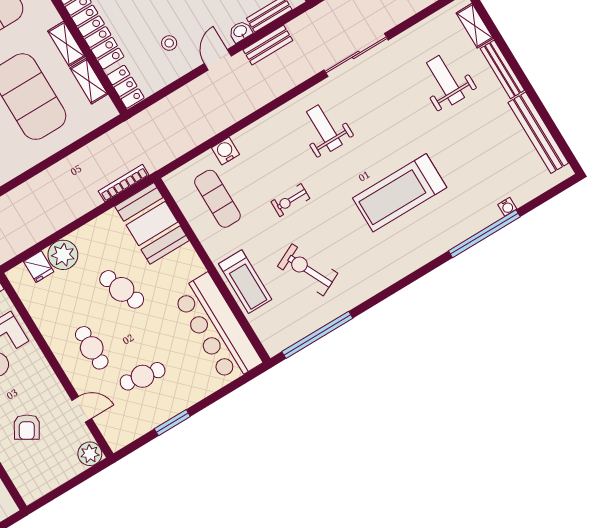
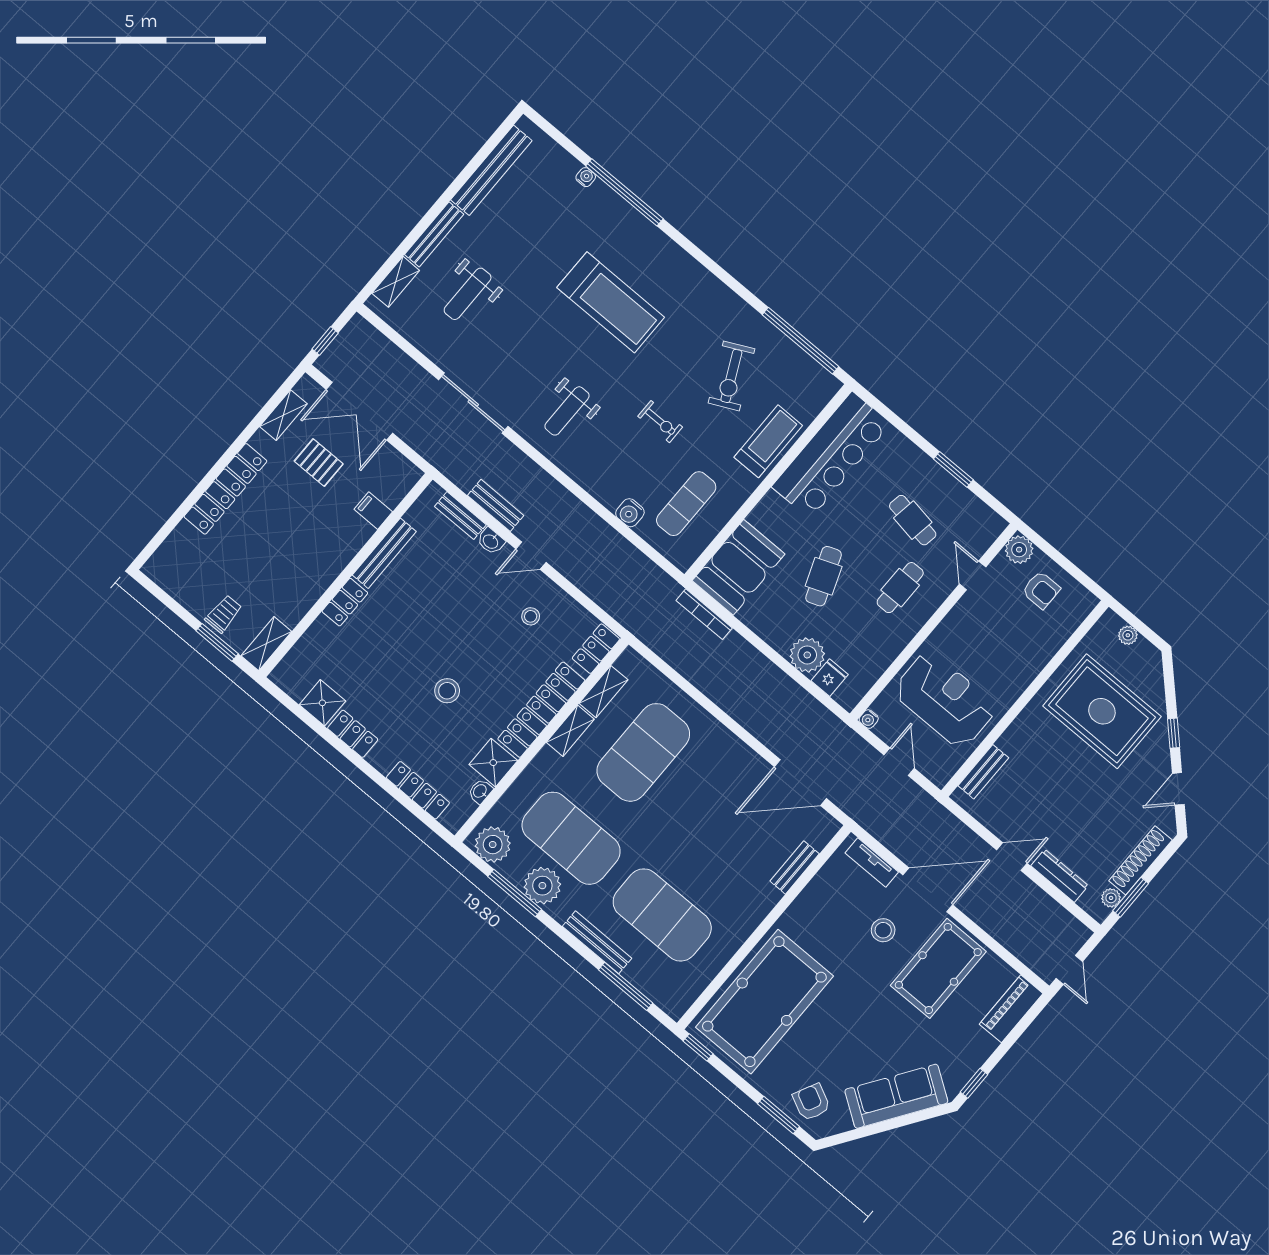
armchair: (27, 427) -> (1041, 590), moved, turned 59

